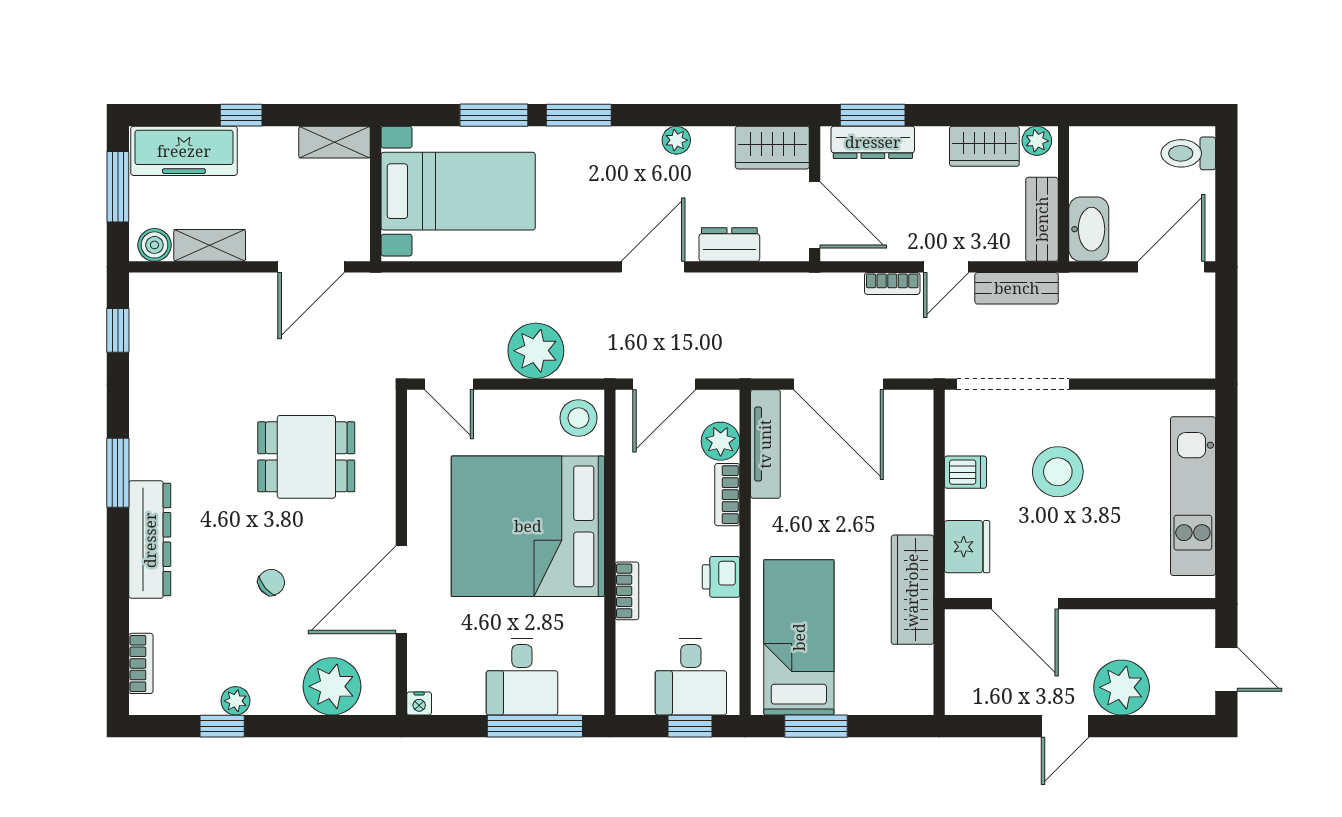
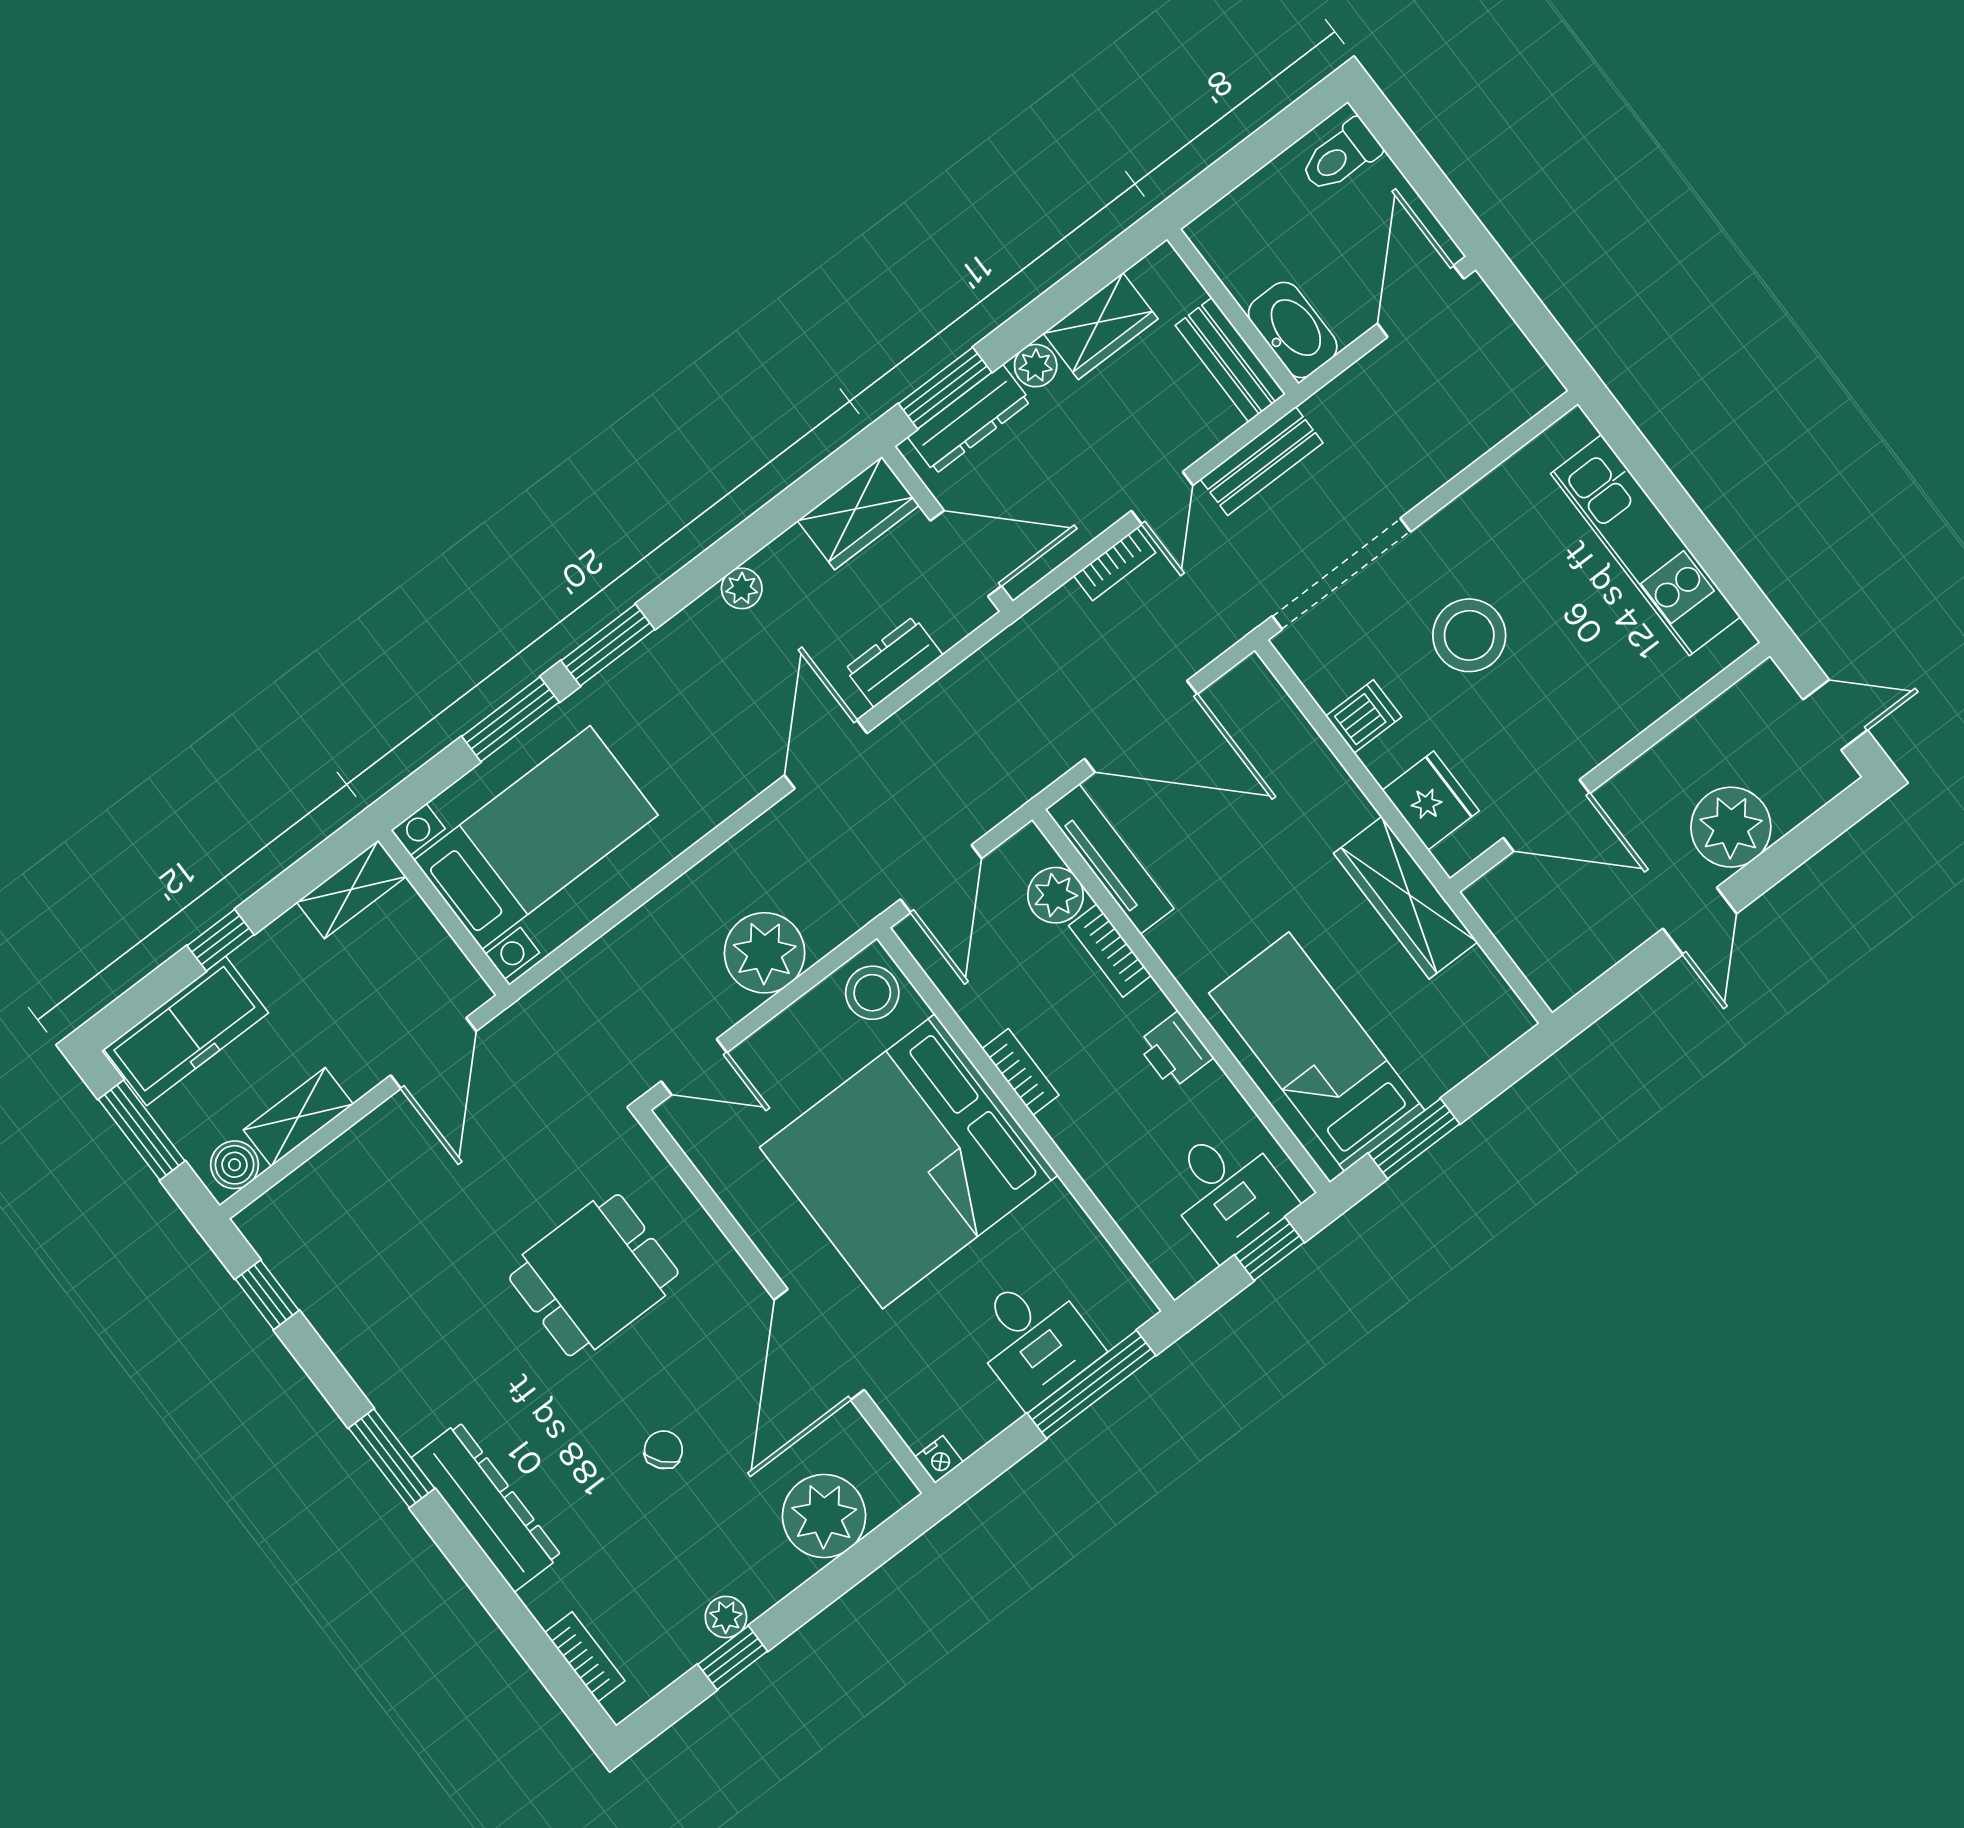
plant: (1037, 141) -> (1036, 366), moved
bookcase: (627, 591) -> (1020, 1072), moved

